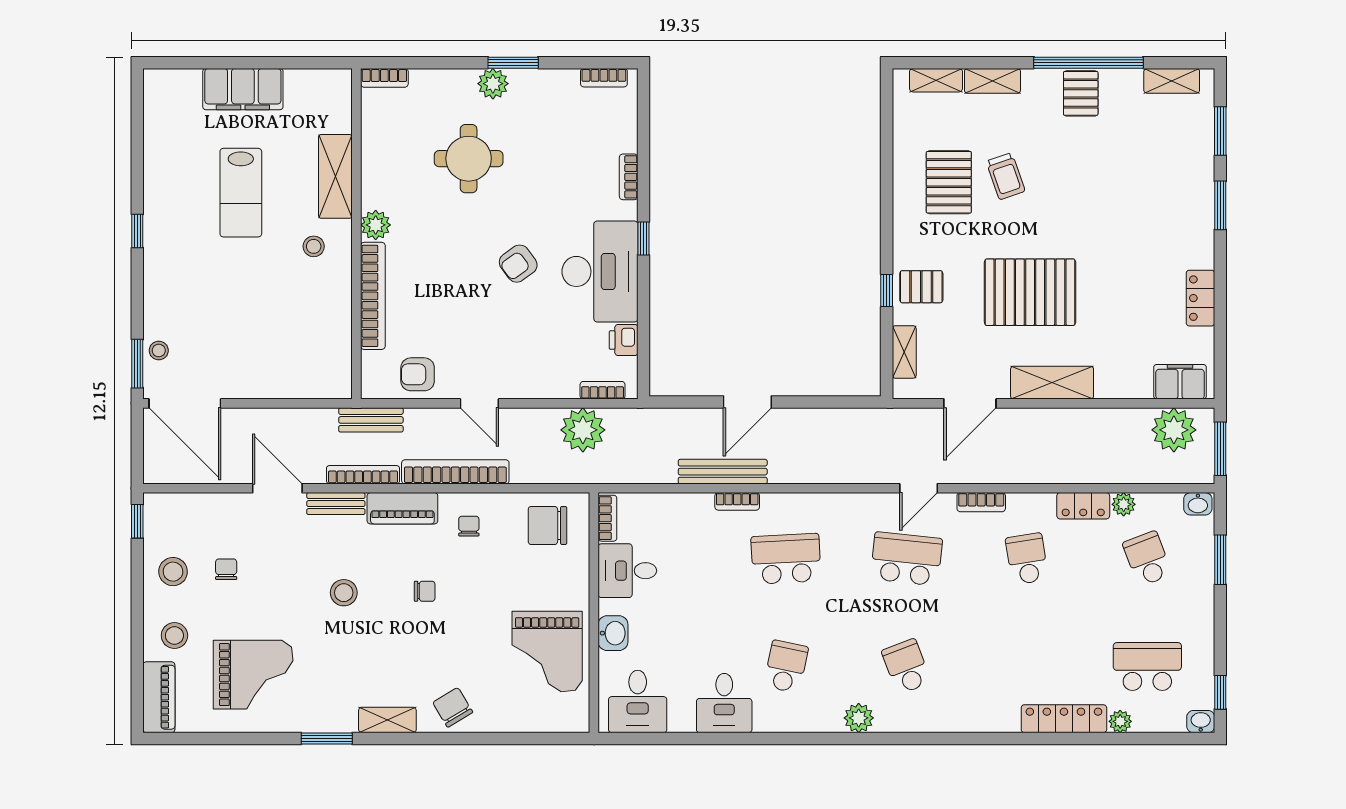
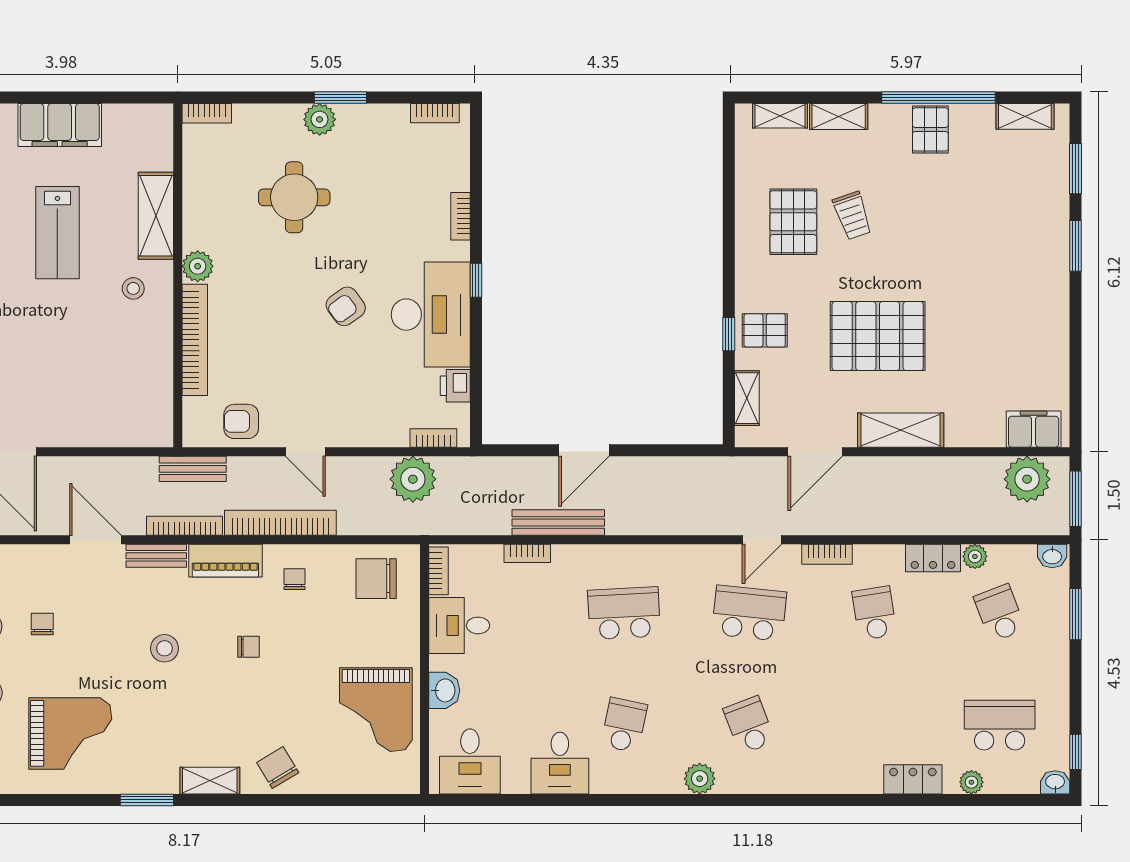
locker: (1200, 298) -> (1055, 342), removed
bookcase: (737, 501) -> (527, 553), moved
locker: (1064, 719) -> (913, 779), width x0.66

